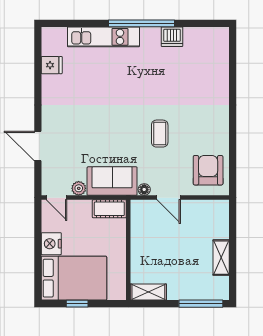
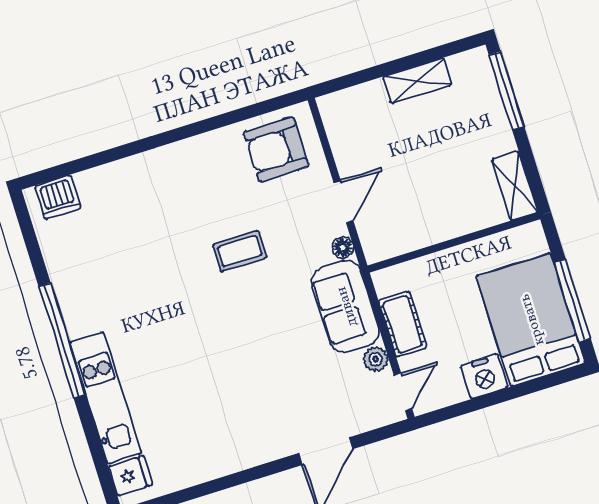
dishwasher: (172, 37) -> (58, 197), moved, turned 90
fridge: (52, 65) -> (130, 476), moved, turned 90
cot: (109, 209) -> (403, 324), moved
window: (77, 304) -> (572, 301), width x2.17

